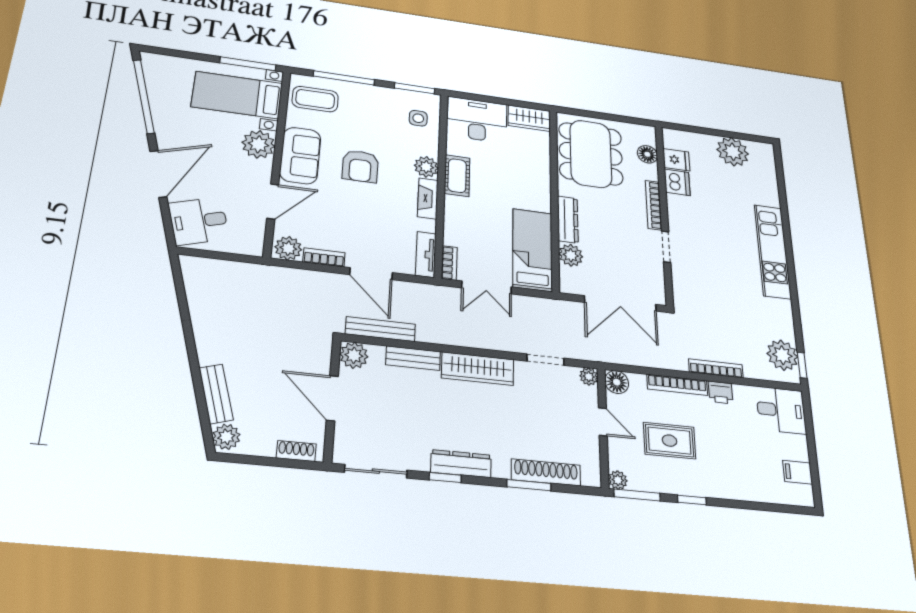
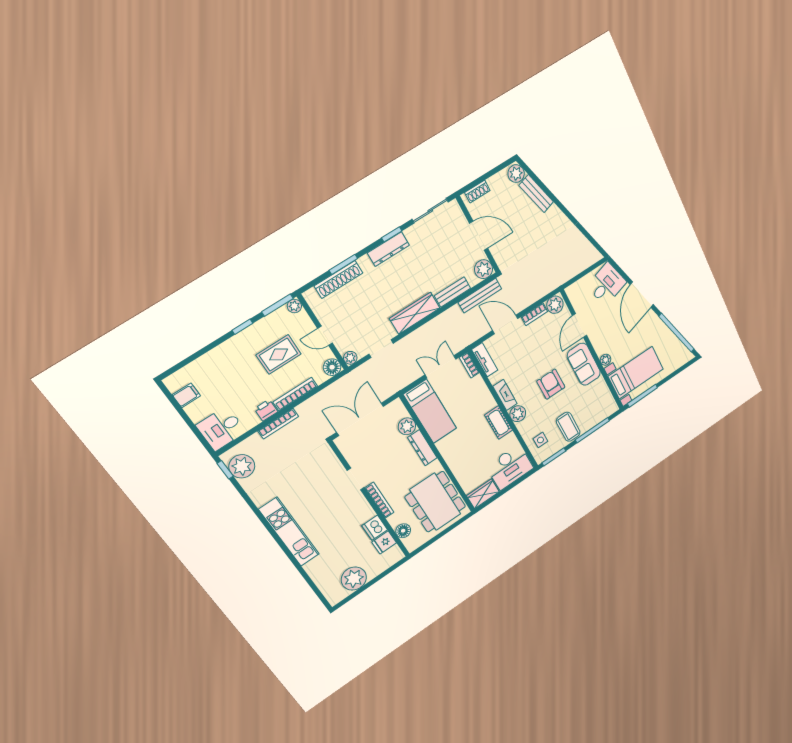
coffee table: (315, 99) -> (568, 427), moved, turned 90
plant: (258, 144) -> (606, 360), width x0.53, depth x0.53

